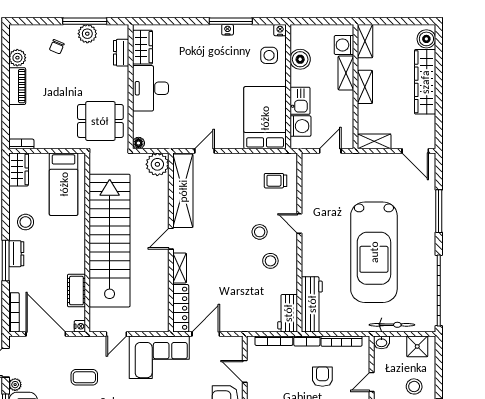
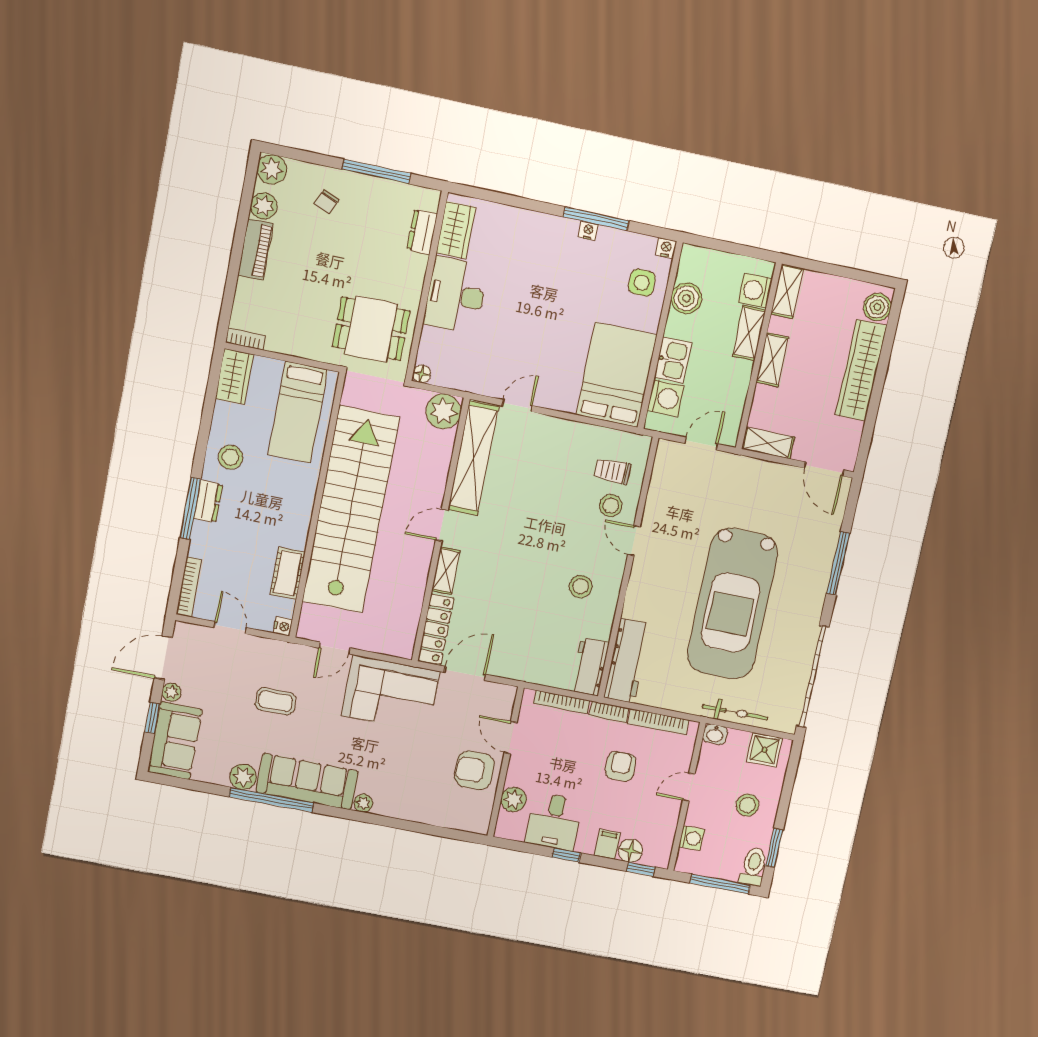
plant: (87, 34) -> (272, 169), moved
stool: (260, 232) -> (611, 506), moved
door: (46, 334) -> (230, 628), width x0.53

